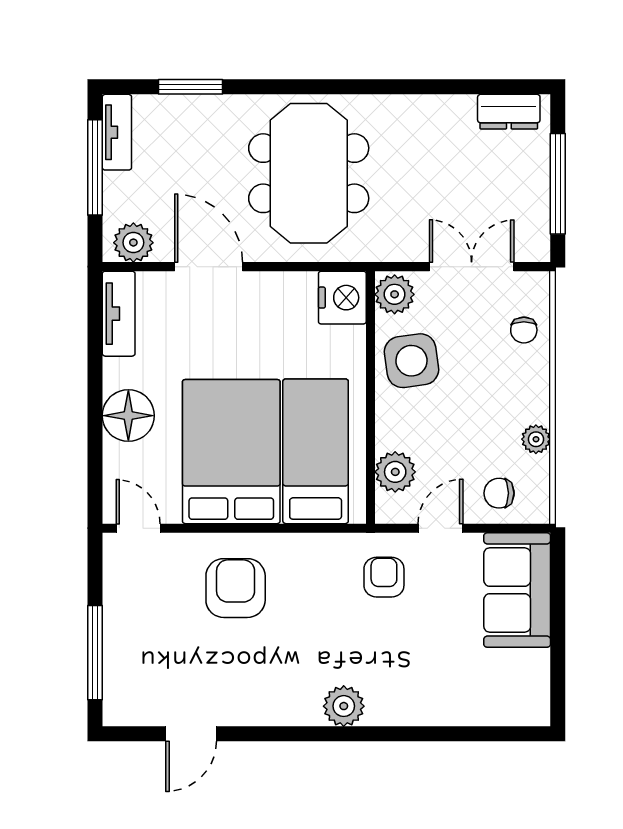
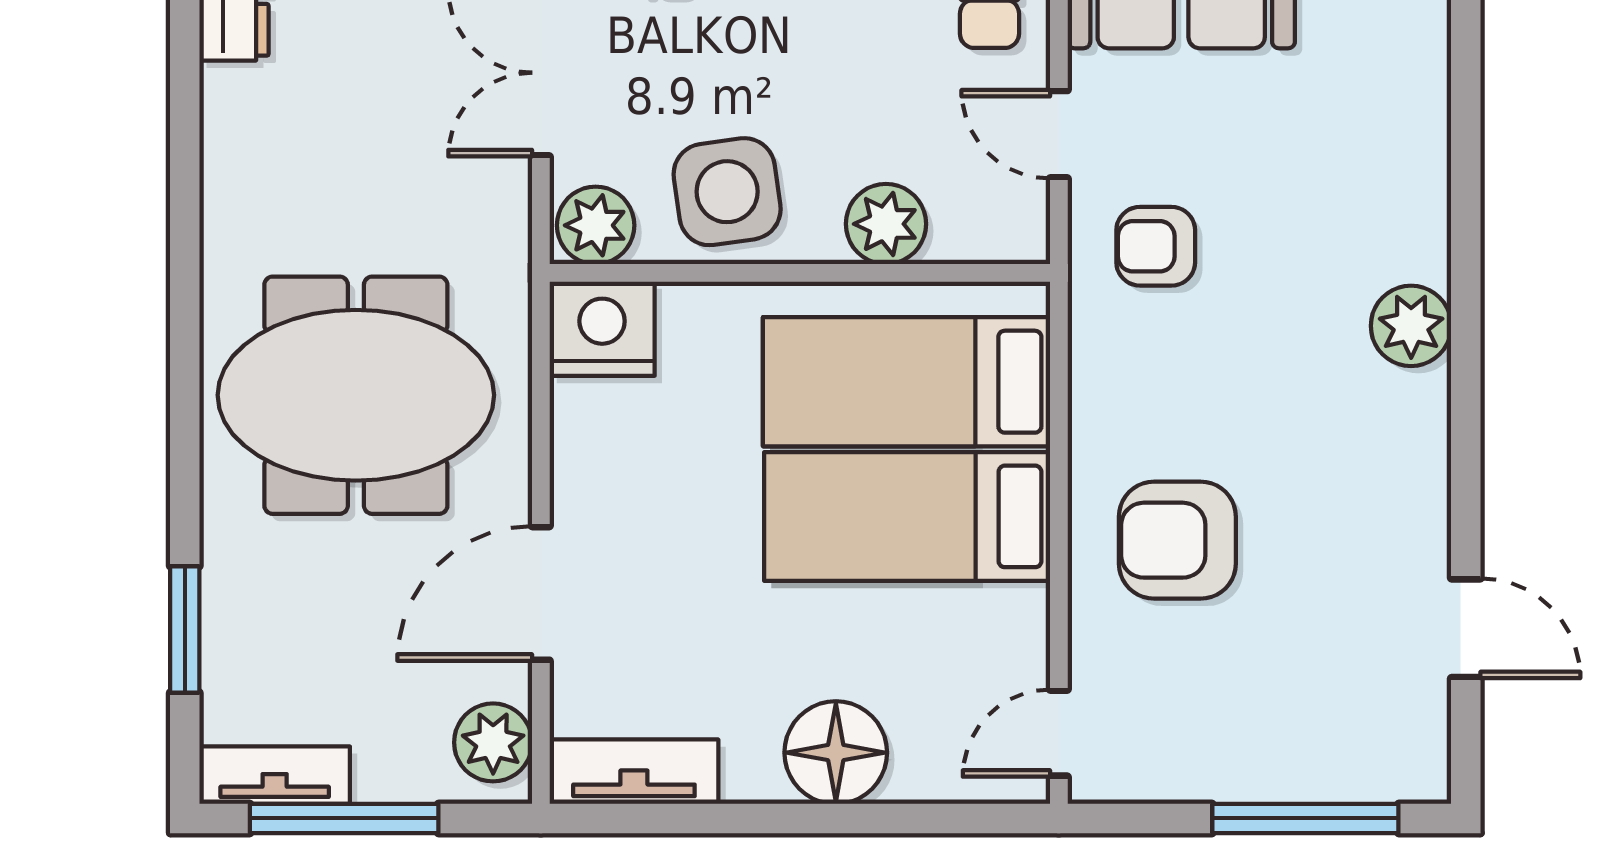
bed: (231, 452) -> (907, 516), width x0.67
plant: (395, 472) -> (886, 224), moved

